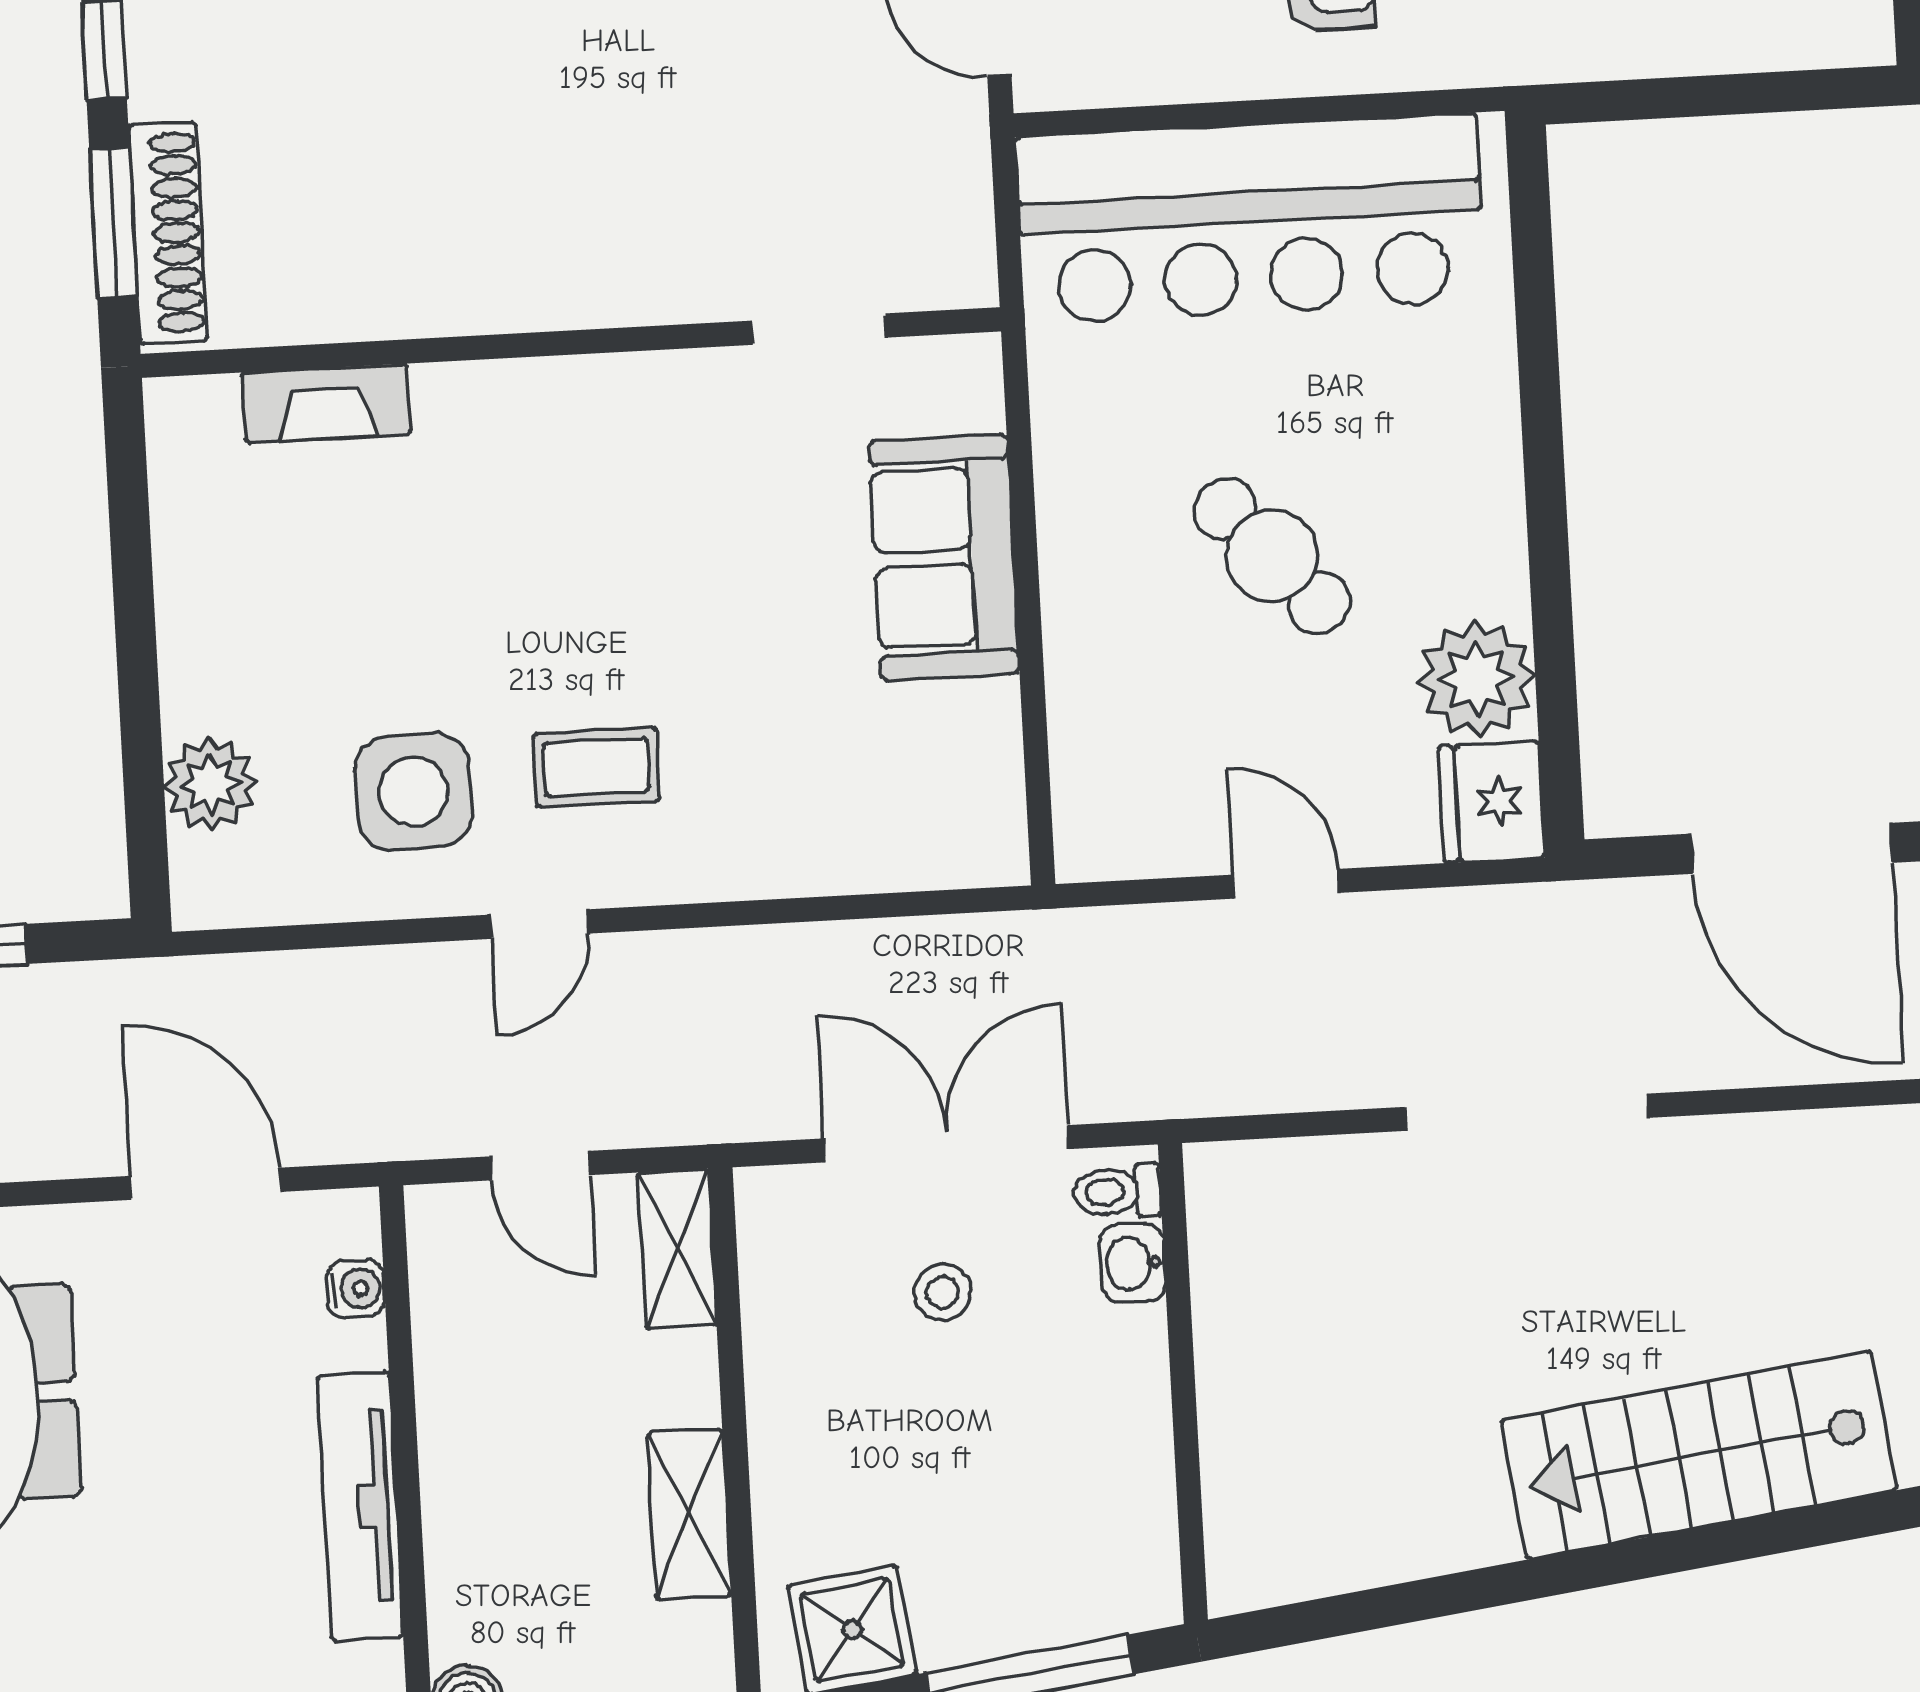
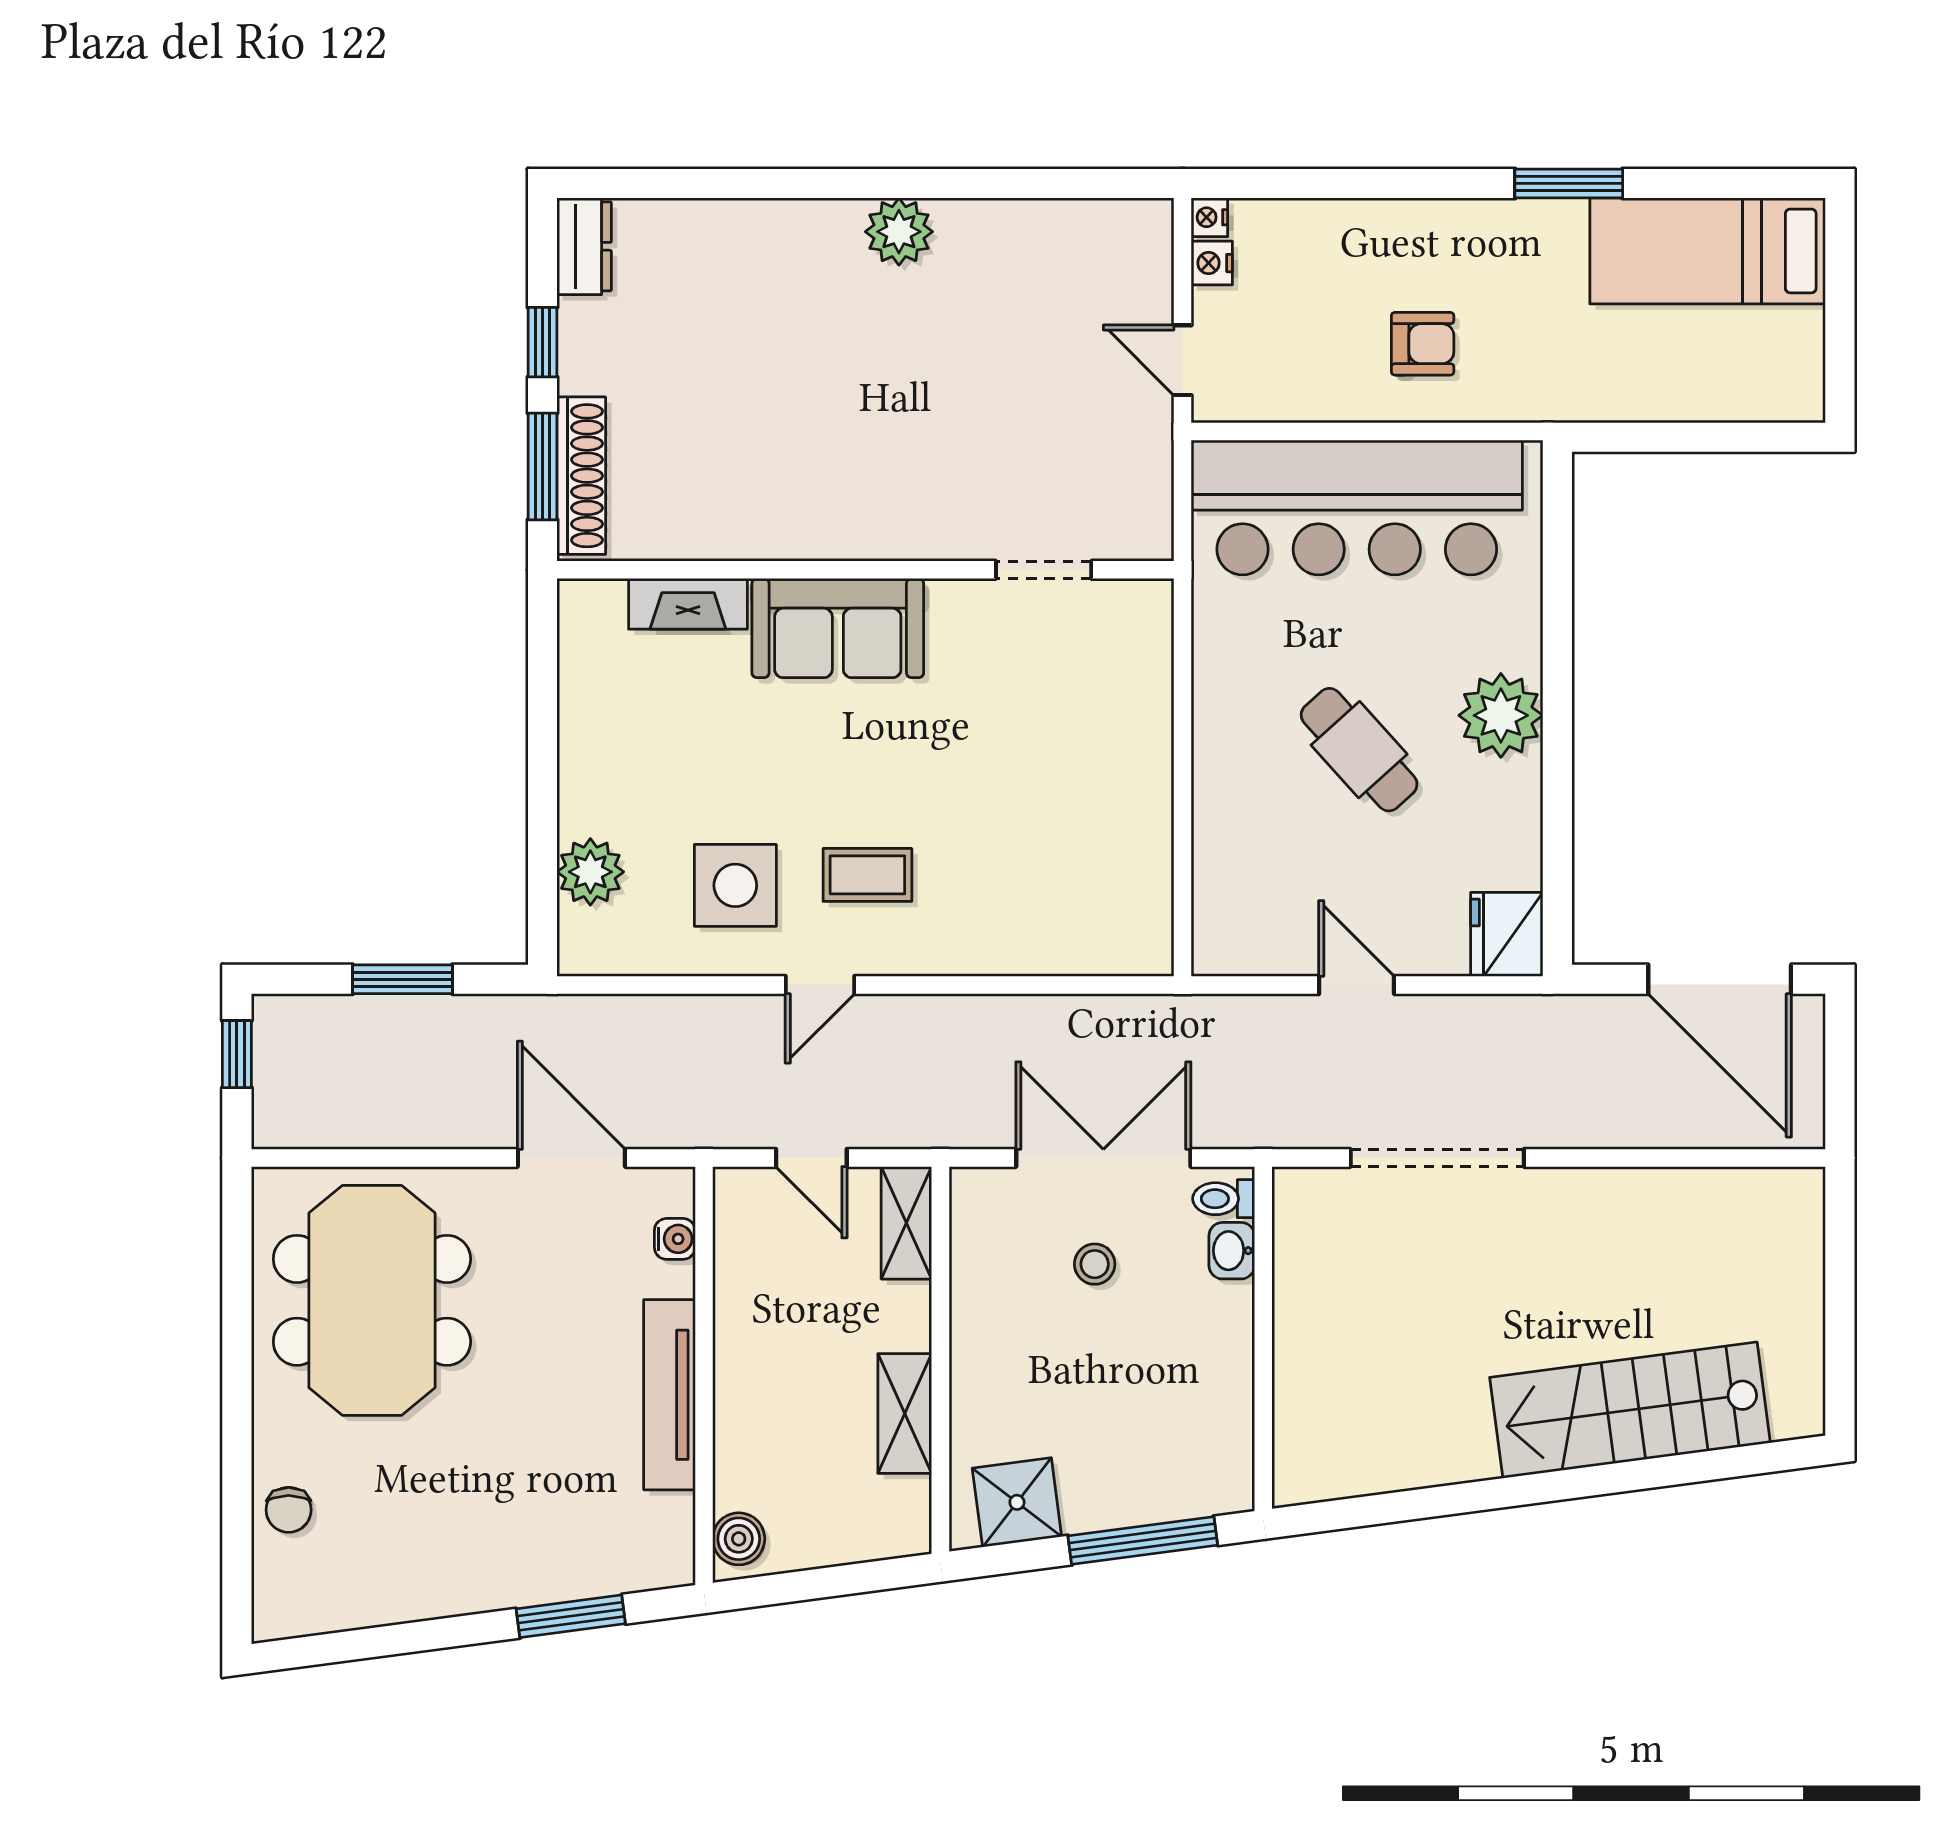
sofa: (944, 557) -> (838, 628), moved, turned -90
plant: (1477, 679) -> (1501, 715), moved
doorway: (1526, 1112) -> (1437, 1158), moved

